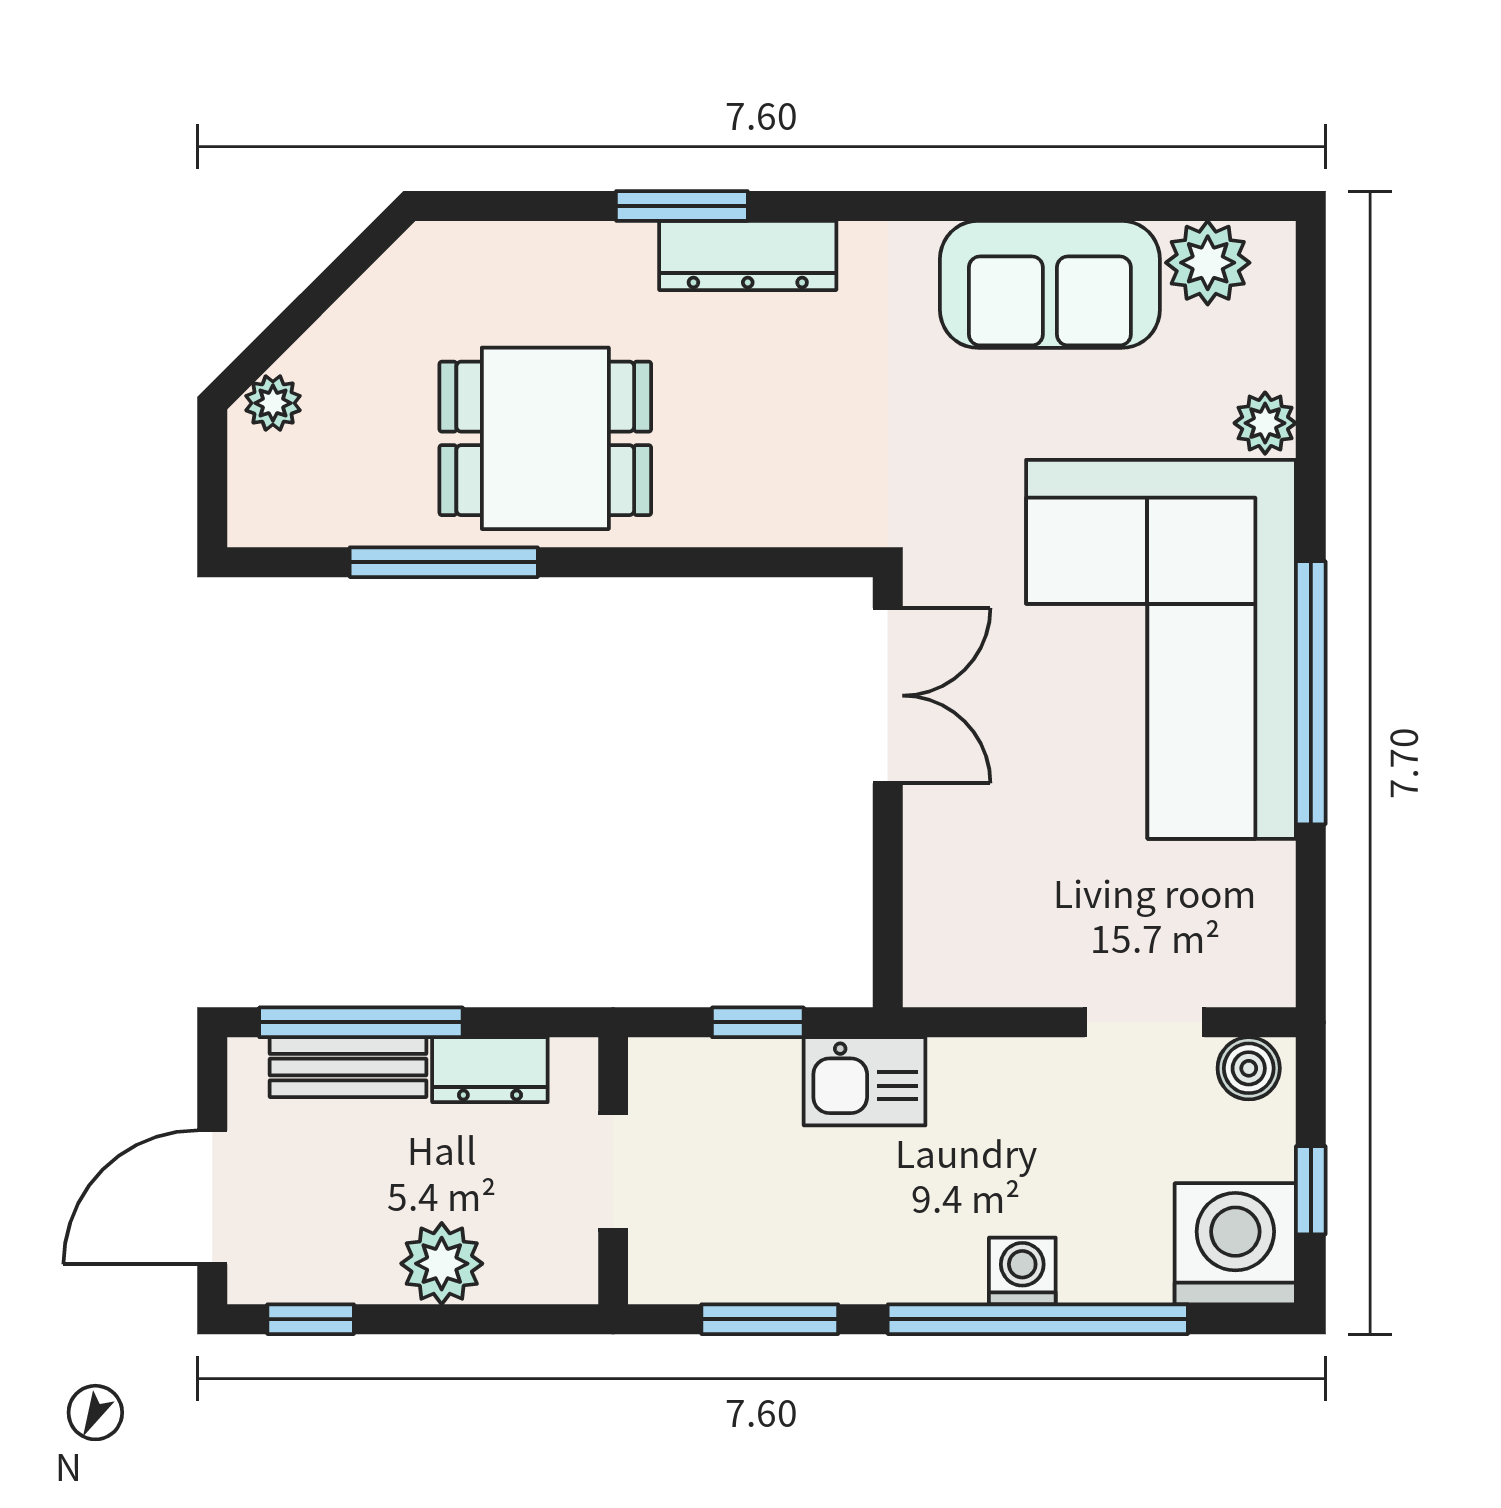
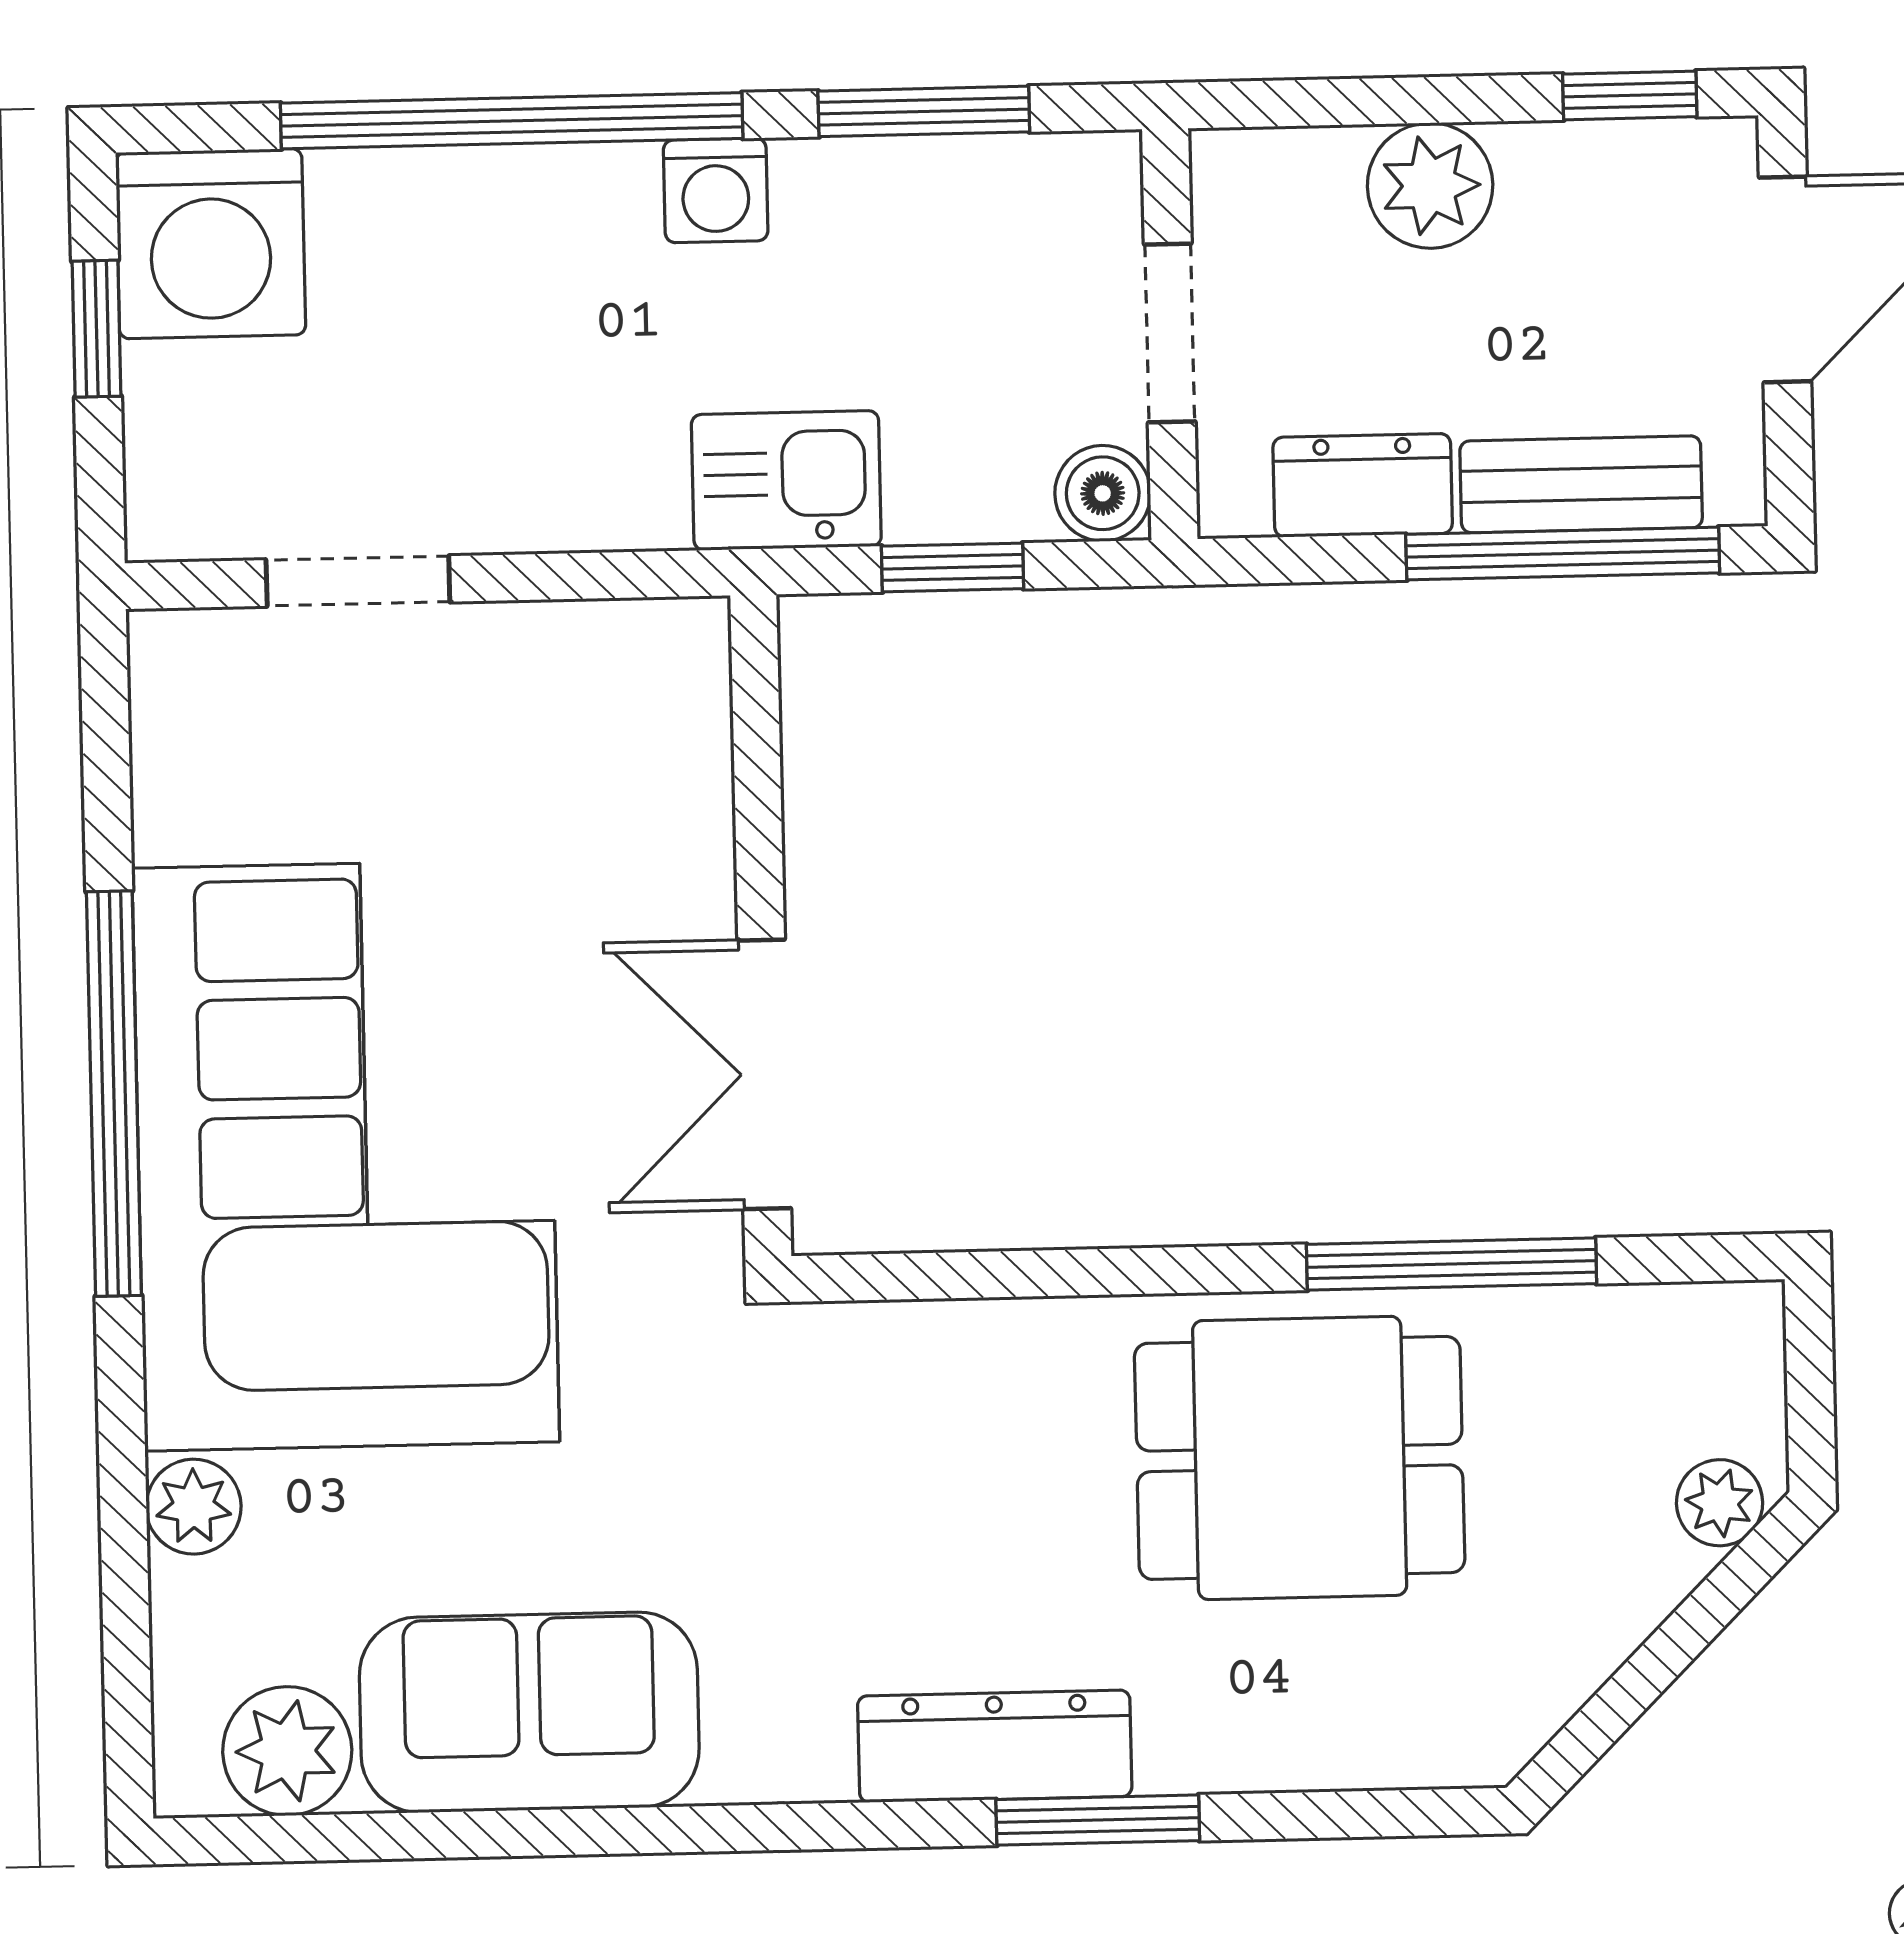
boiler: (1249, 1068) -> (1103, 493), moved
washing machine: (1022, 1271) -> (716, 190), moved

